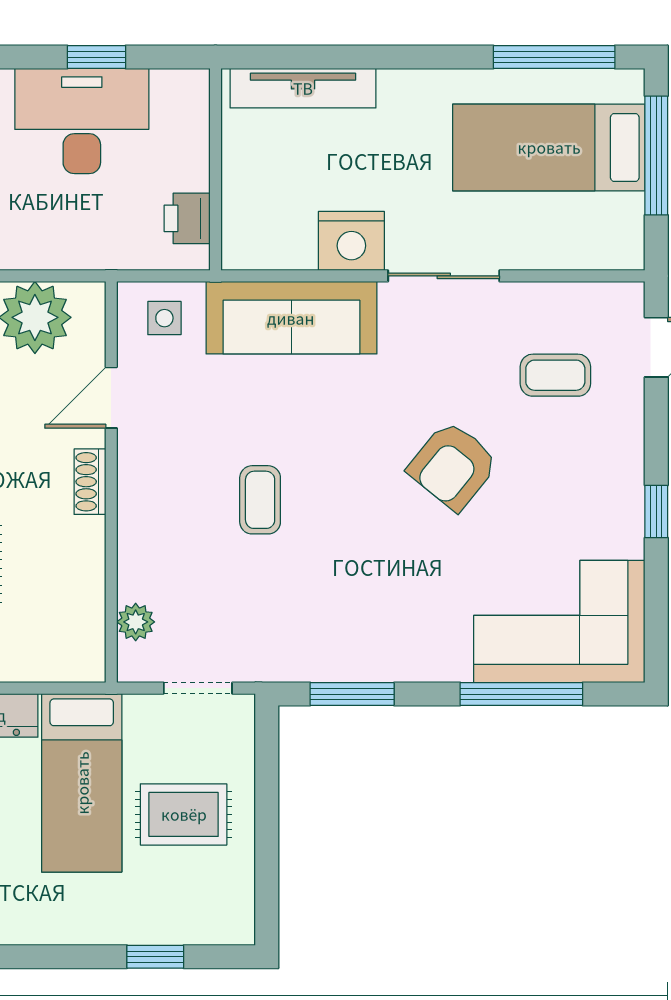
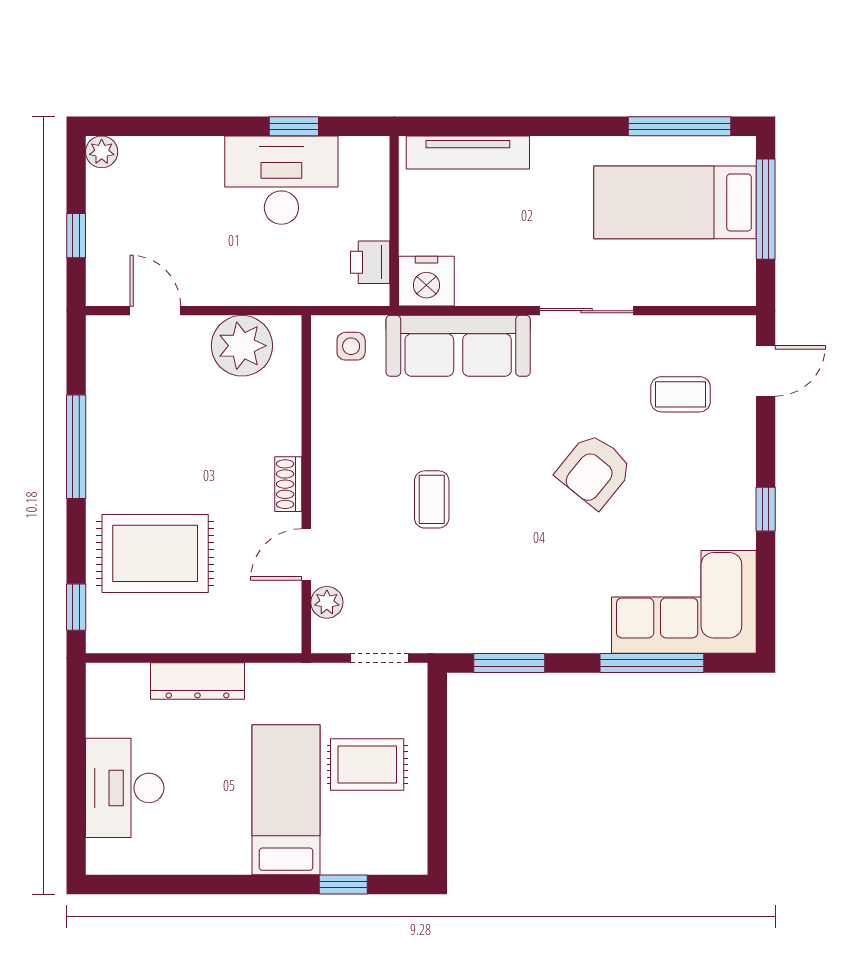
nightstand: (351, 241) -> (426, 281), moved
door: (111, 398) -> (306, 554), moved
bed: (82, 783) -> (286, 800), moved, turned 180

